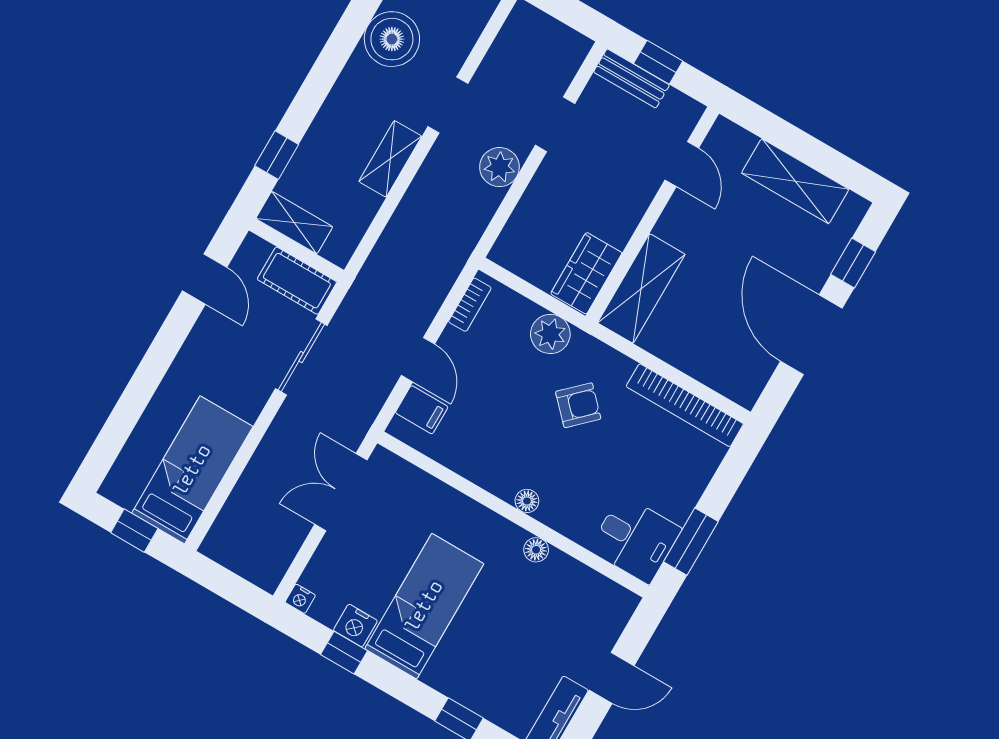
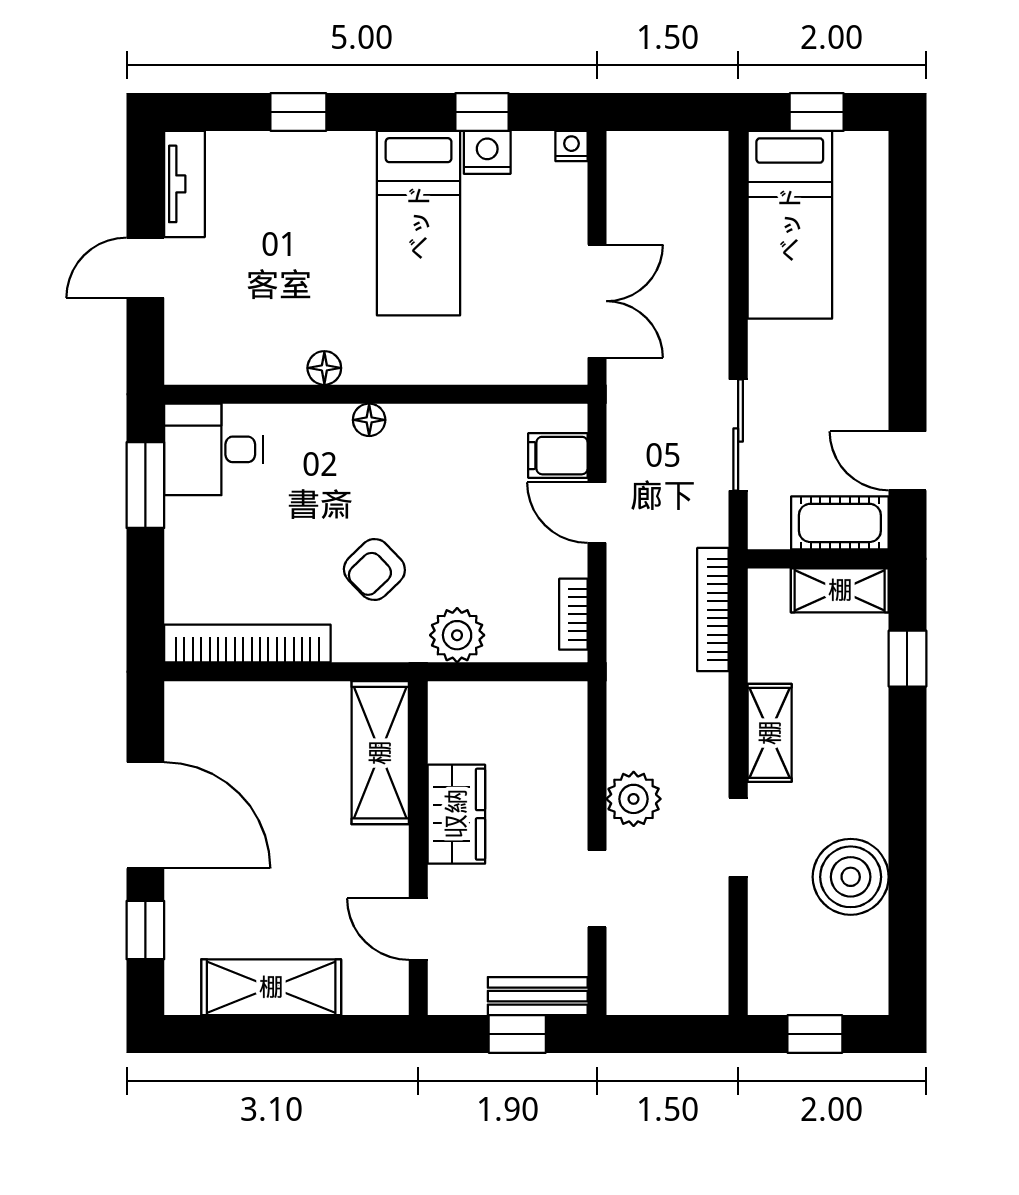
bookcase: (381, 257) -> (713, 610), added
wardrobe: (586, 273) -> (456, 814), moved
cot: (297, 281) -> (840, 523), moved

